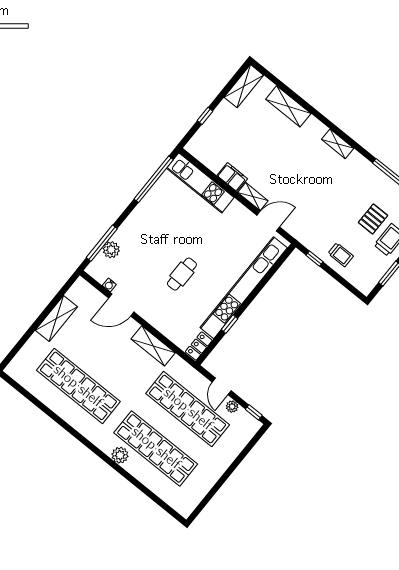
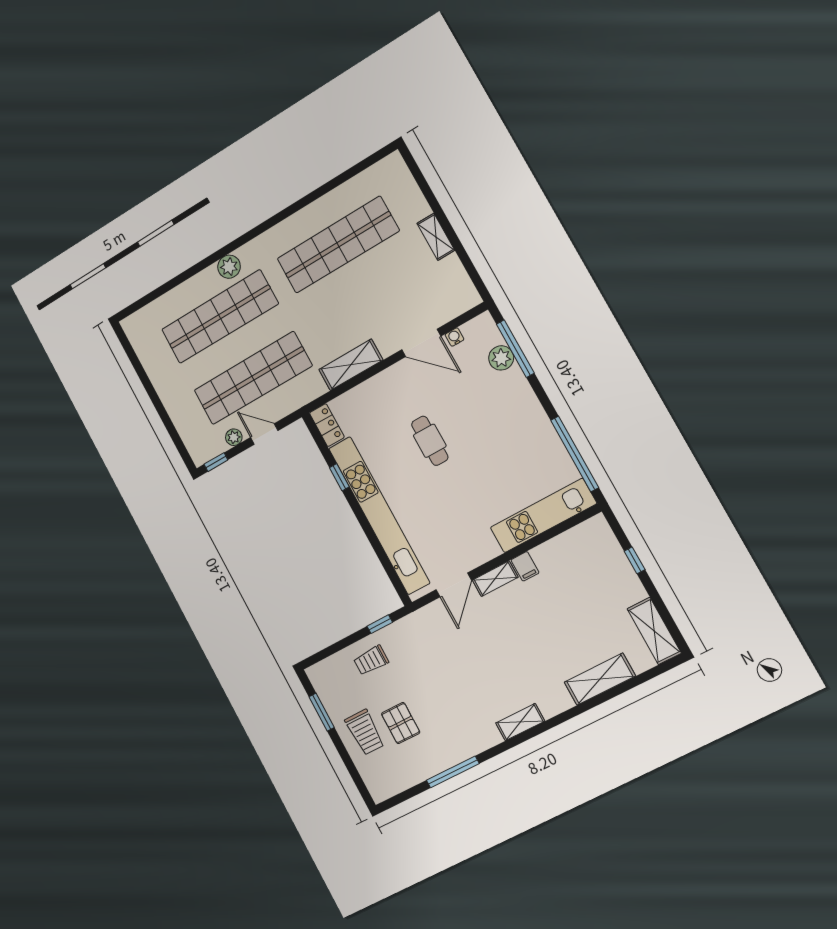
filing cabinet: (232, 177) -> (525, 566), width x0.50
door: (121, 305) -> (421, 343), swing flipped
shelving: (56, 318) -> (436, 237), width x0.67, depth x0.75

